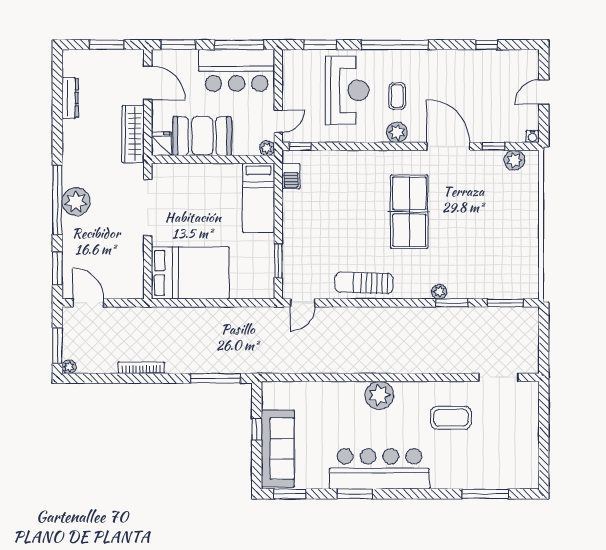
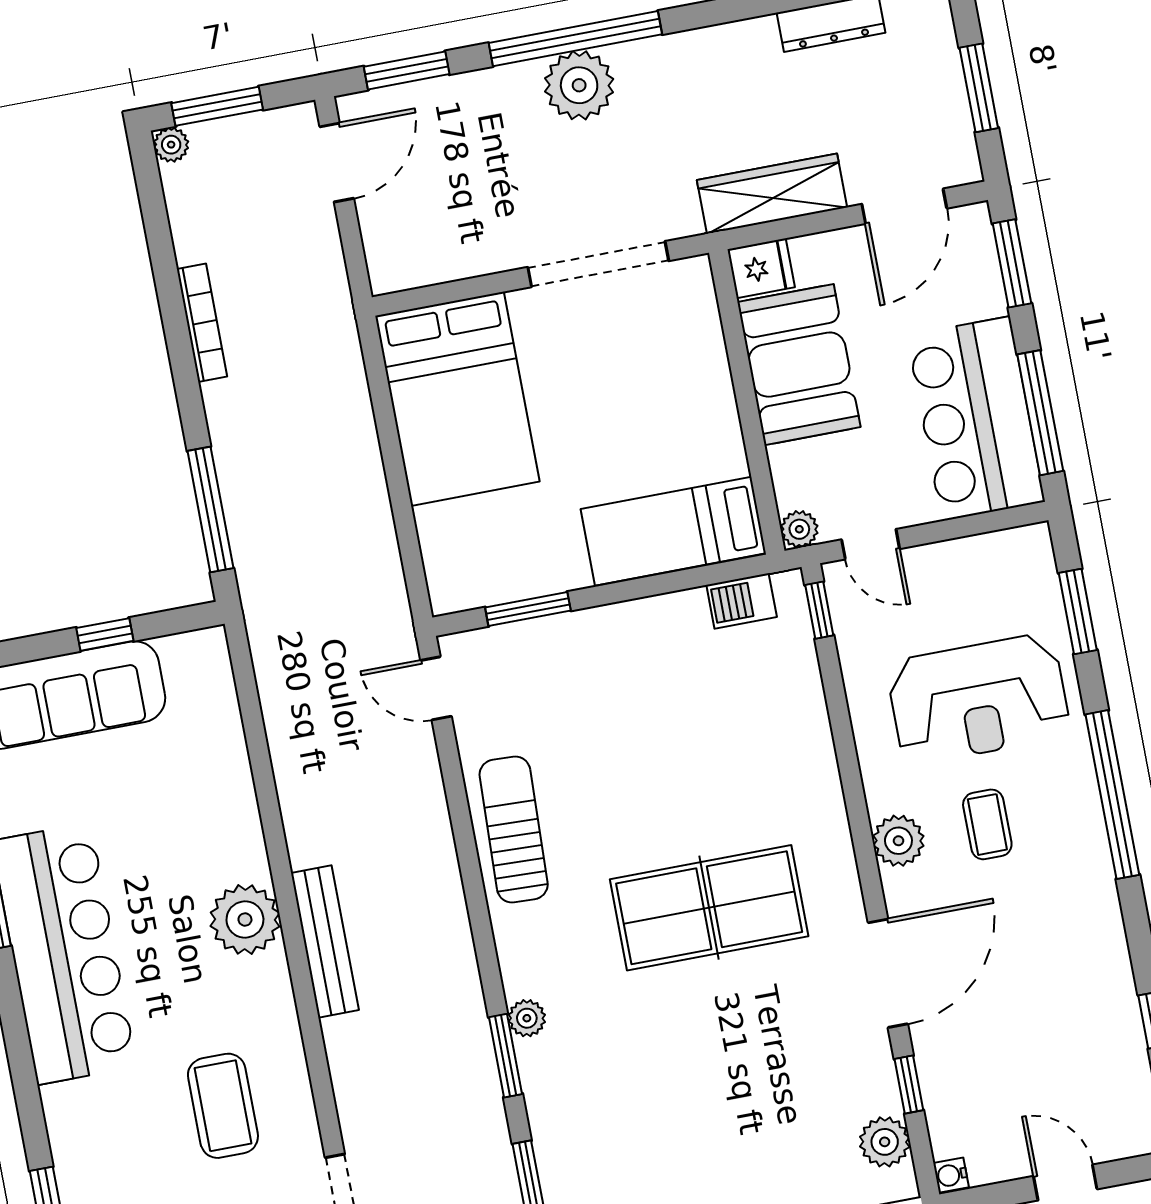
coffee table: (397, 96) -> (987, 824), turned 90
bench: (394, 365) -> (325, 941), added

